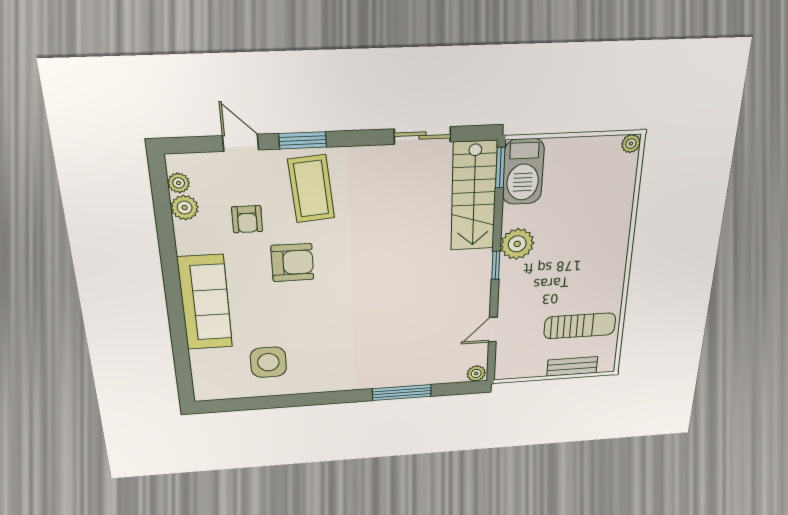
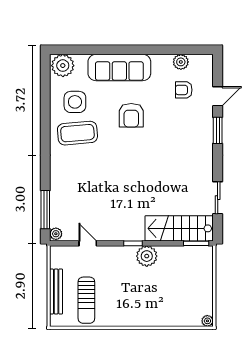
barbecue: (523, 172) -> (193, 257), removed
plant: (179, 183) -> (63, 66), moved, width x1.88, depth x1.88
coffee table: (311, 189) -> (77, 133), moved
armchair: (247, 219) -> (184, 90), moved
armchair: (292, 263) -> (131, 115), moved
bench: (572, 366) -> (56, 292), width x1.36
window: (402, 393) -> (45, 210), moved

